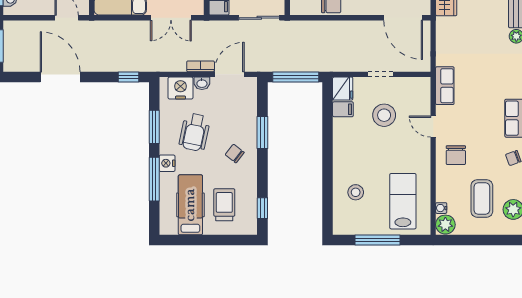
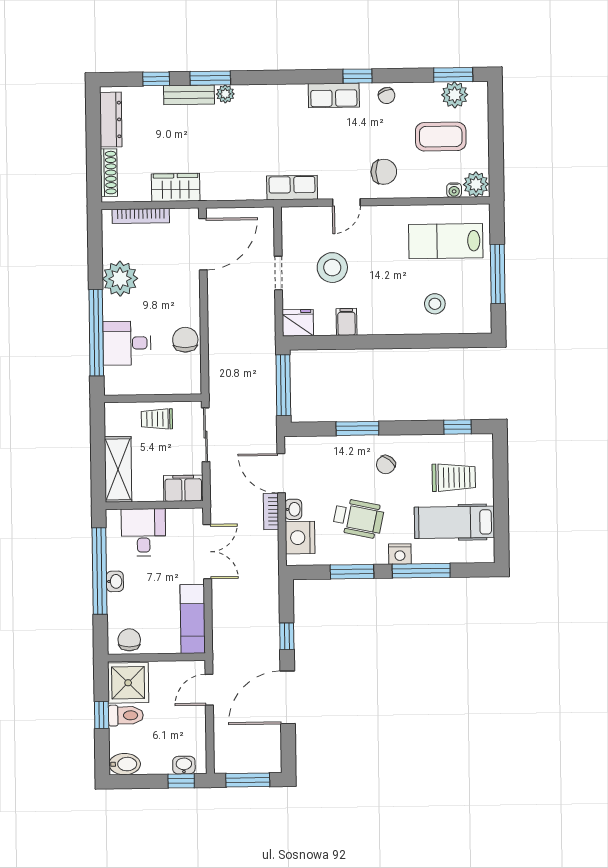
window: (129, 77) -> (287, 636), moved
filing cabinet: (343, 109) -> (346, 322), moved
trolley: (224, 205) -> (454, 478), turned 180

